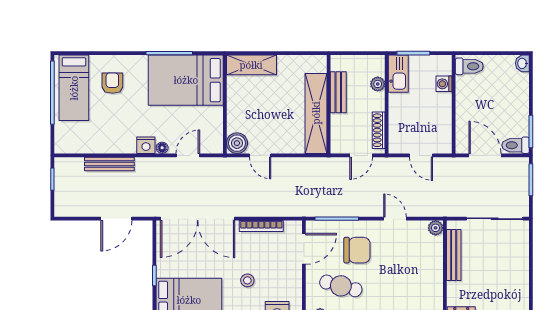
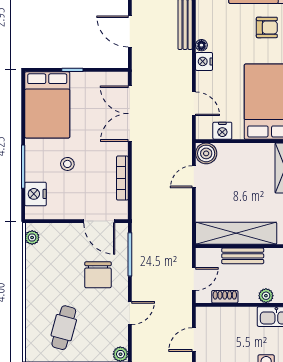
bench: (338, 92) -> (243, 256), moved
nightstand: (214, 127) -> (222, 131), added
shoe rack: (379, 130) -> (225, 297), width x0.70
floor lamp: (162, 148) -> (201, 45), moved
door: (361, 155) -> (194, 279), swing flipped
double door: (198, 219) -> (130, 114), width x0.73
cafe table: (341, 286) -> (64, 328), moved

